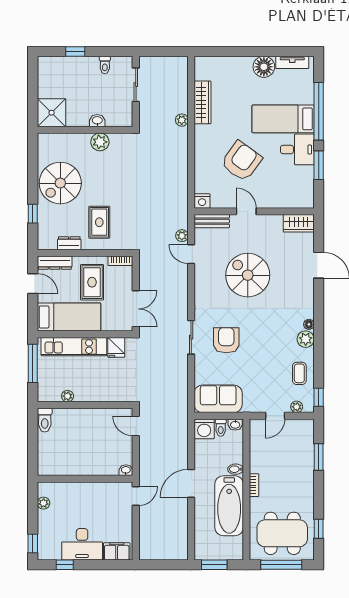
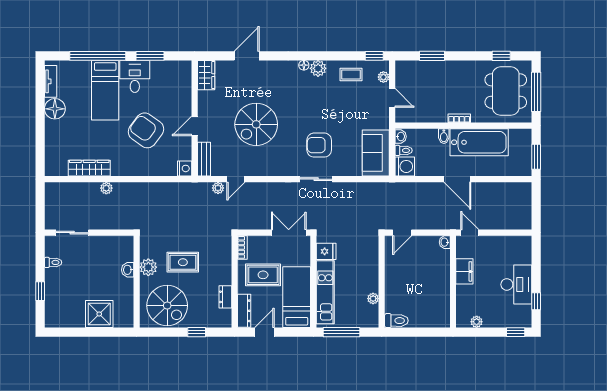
washbasin: (97, 121) -> (128, 270), moved
wall: (85, 130) -> (137, 282), moved
plant: (100, 142) -> (148, 267), moved
rug: (99, 222) -> (183, 262), moved
filing cabinet: (117, 551) -> (464, 271), moved, turned 180

